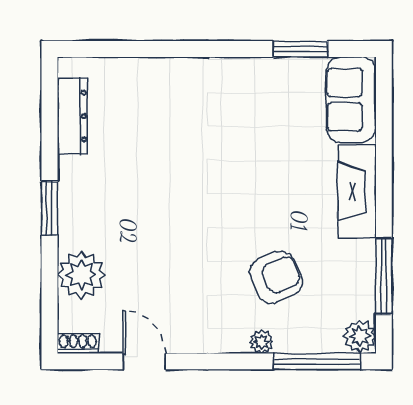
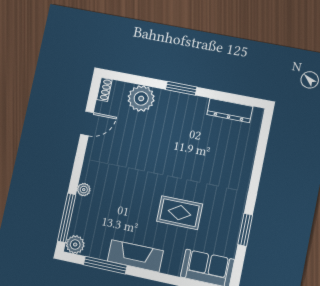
window: (300, 49) -> (245, 230), moved
rug: (267, 167) -> (180, 213), added
fireplace: (357, 192) -> (135, 256), moved
armchair: (276, 277) -> (117, 205), removed

